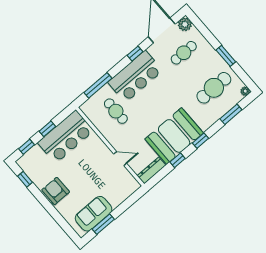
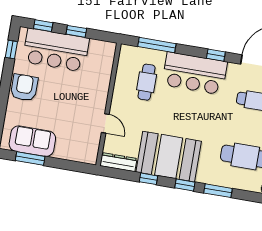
window: (231, 114) -> (218, 191), moved
bar counter: (66, 137) -> (56, 50), moved

